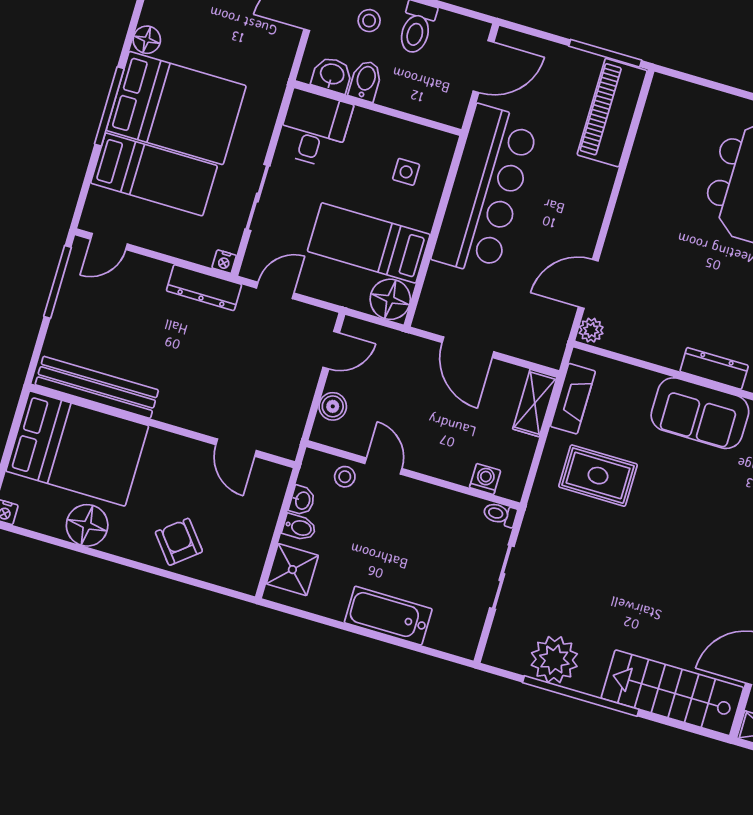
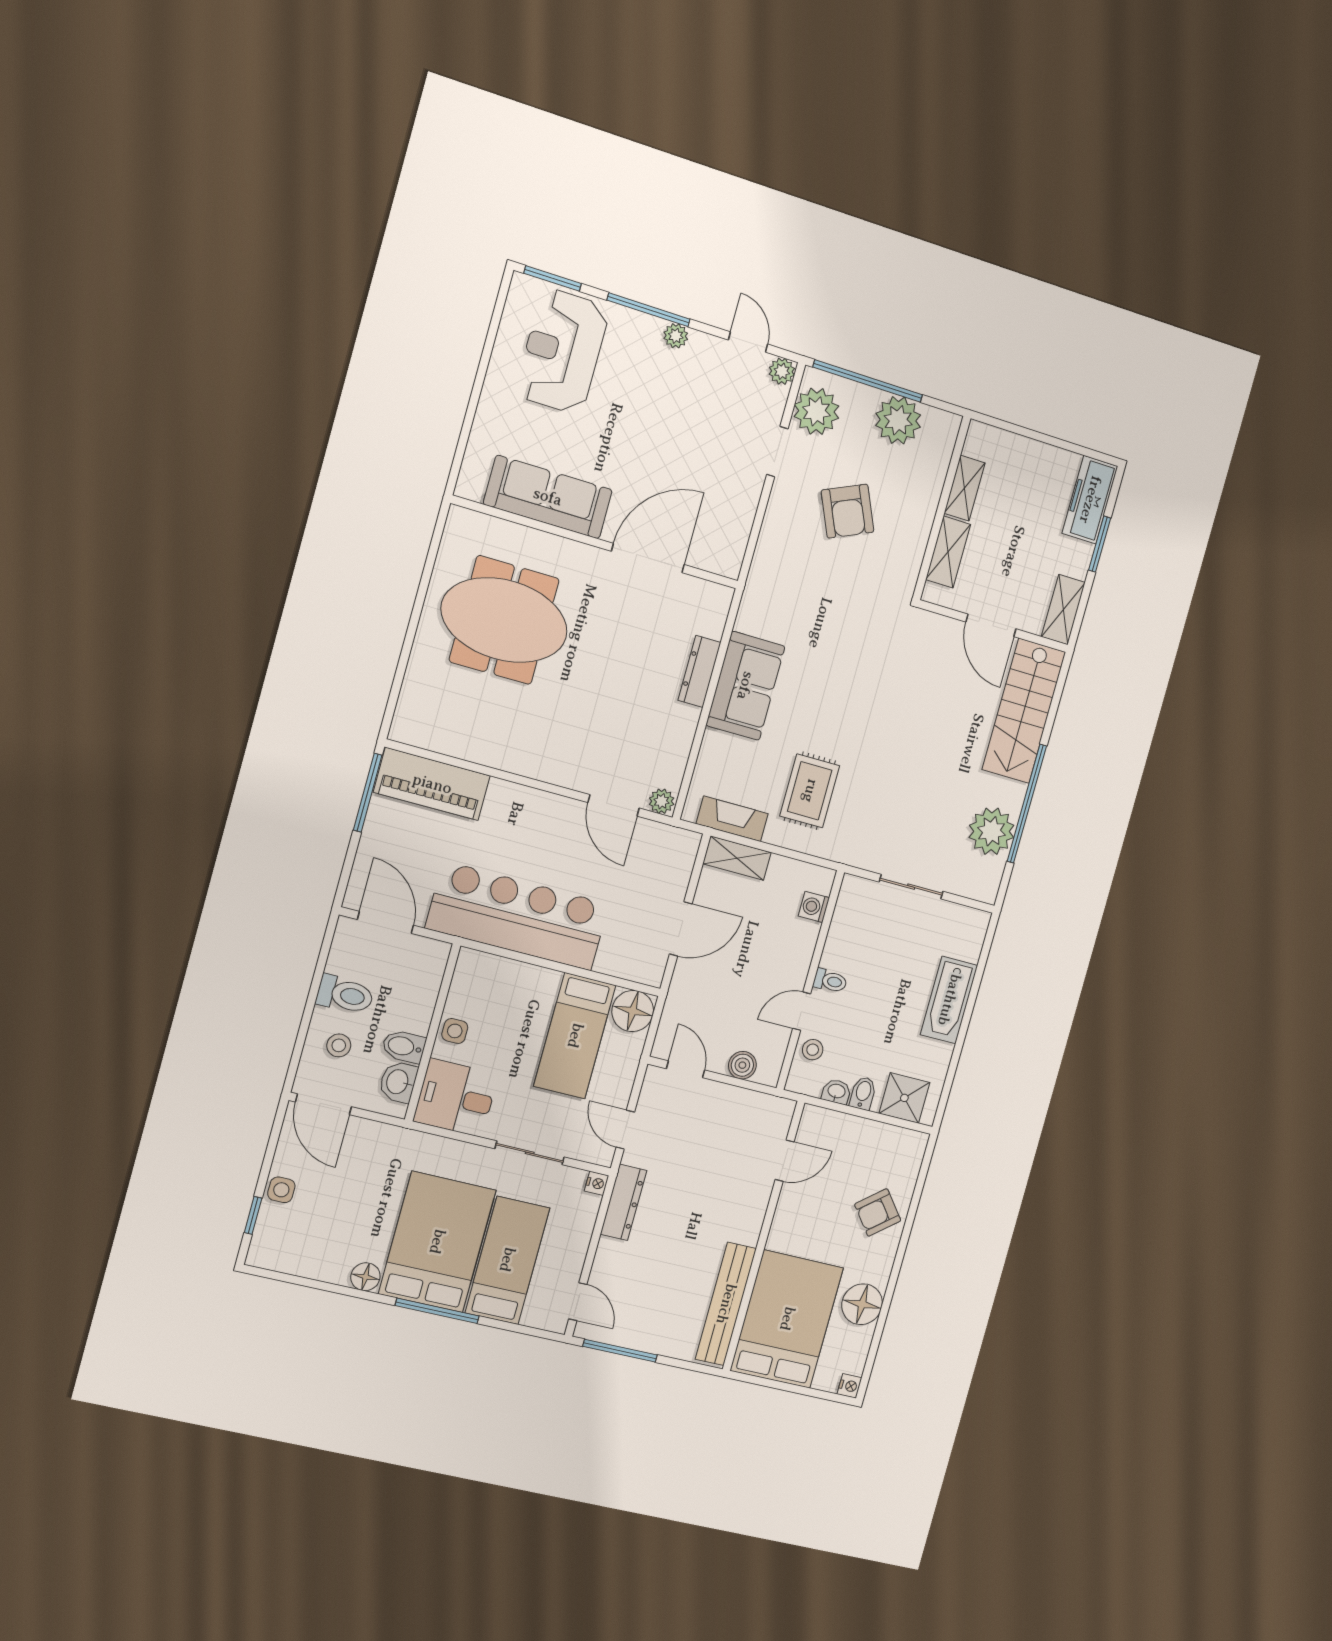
side table: (406, 172) -> (455, 1031), moved
toilet: (500, 514) -> (830, 981), moved, turned -90

